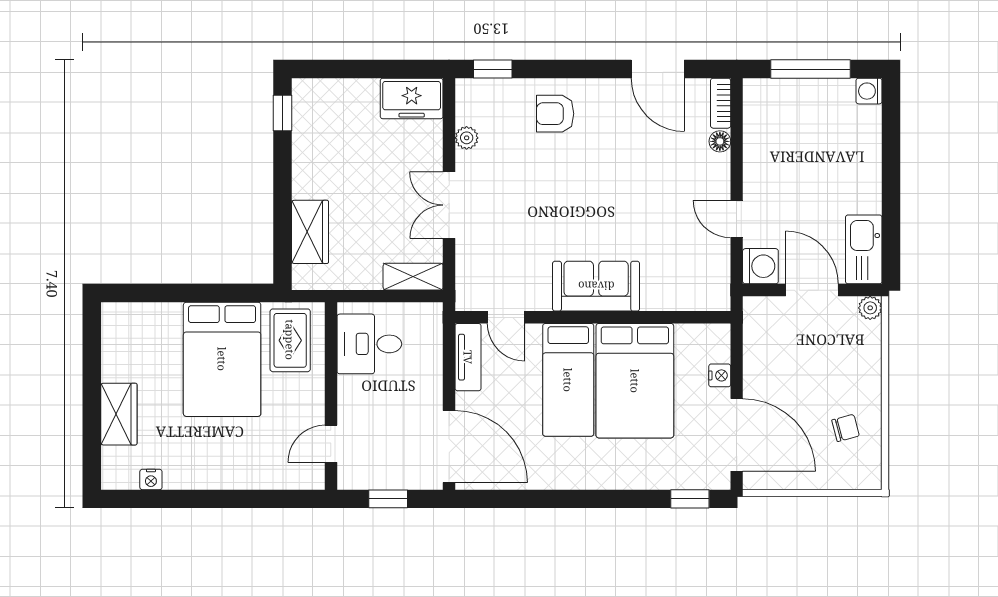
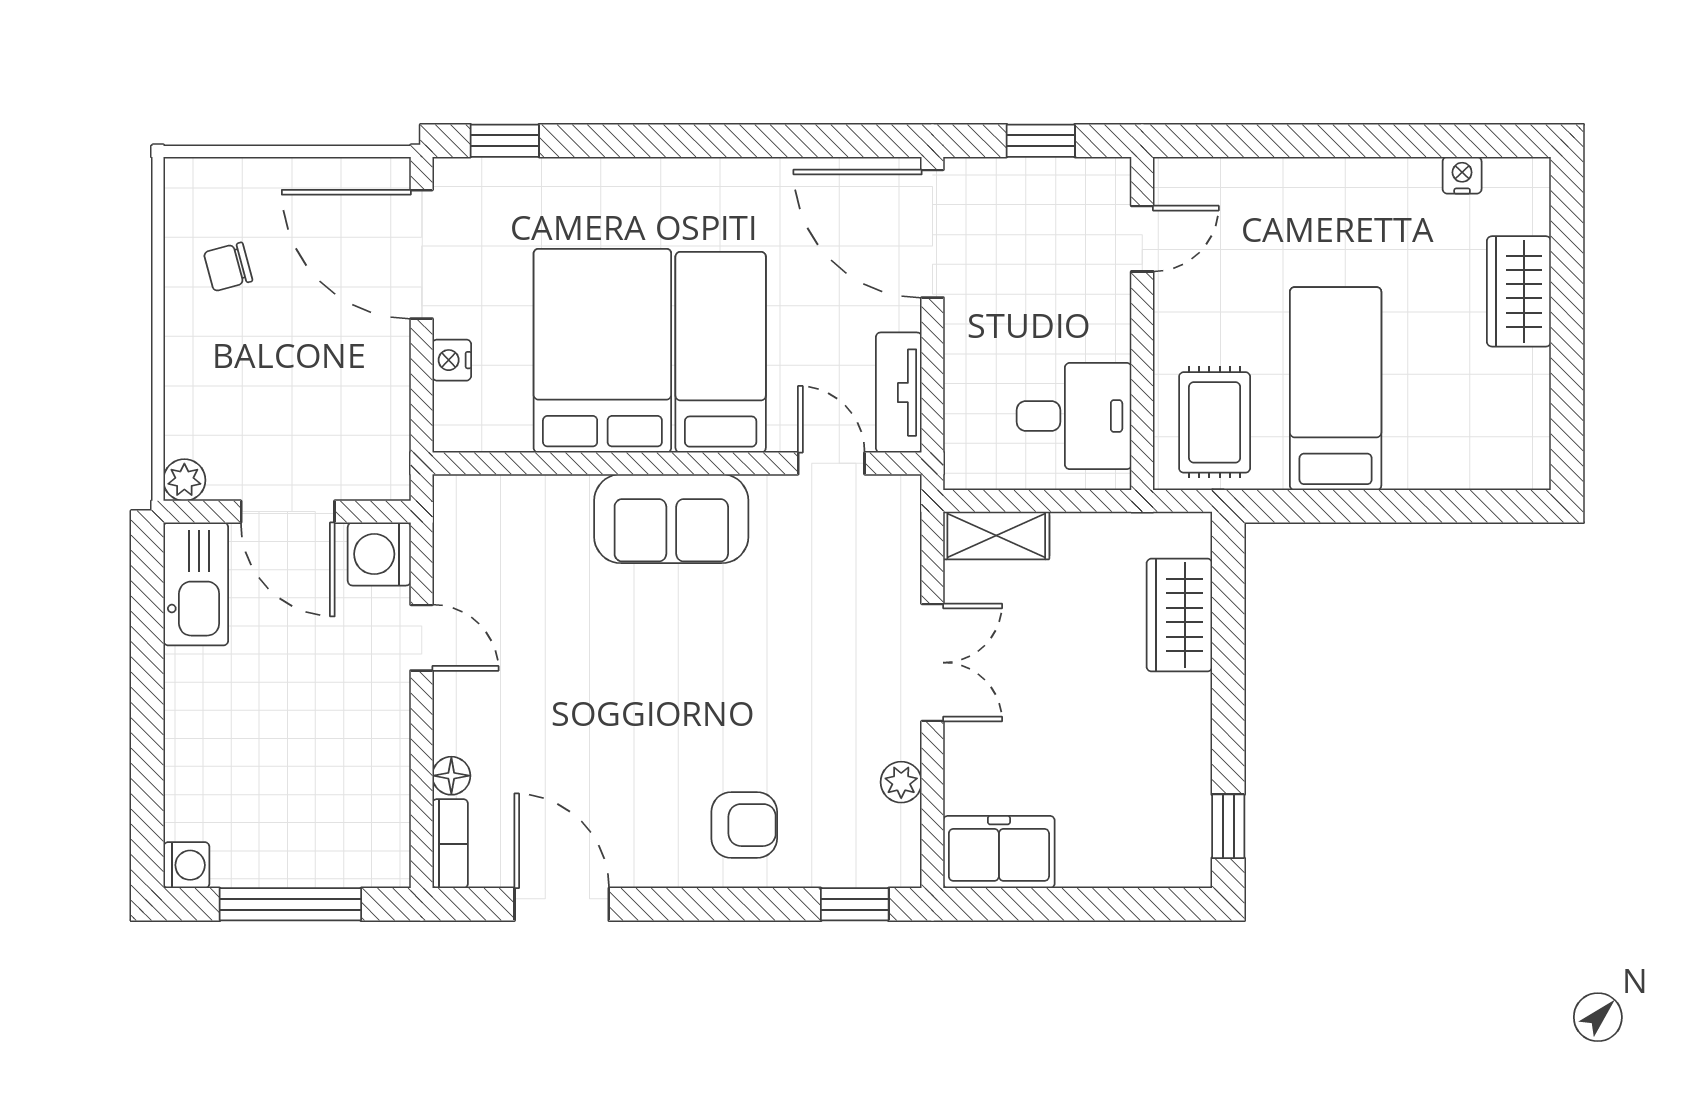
bed: (222, 359) -> (1336, 389), width x0.67

